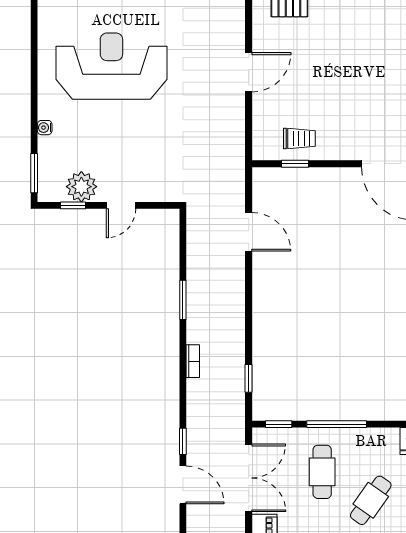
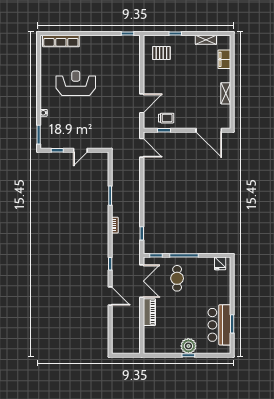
reception desk: (111, 66) -> (76, 83), width x0.74, depth x0.77
door: (249, 72) -> (142, 103), moved
plant: (81, 187) -> (61, 141), removed
door: (249, 232) -> (142, 148), moved
door: (183, 485) -> (110, 296), moved
cafe table: (371, 500) -> (200, 292), removed

